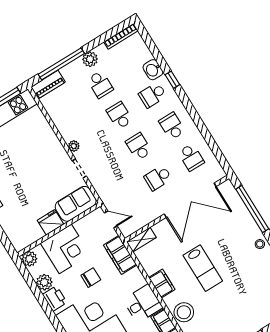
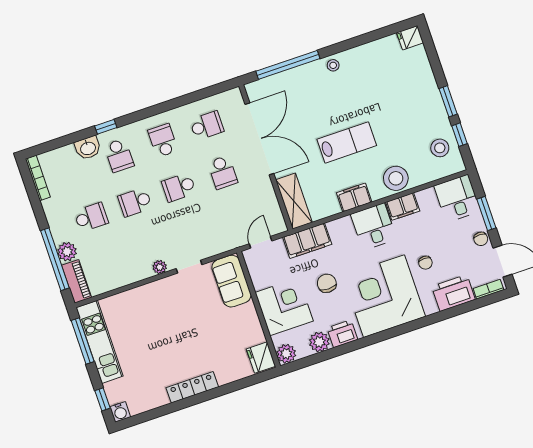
plant: (90, 59) -> (67, 252), moved
school desk: (172, 126) -> (163, 140), turned 90
fridge: (51, 222) -> (261, 358), moved
shelving: (141, 240) -> (294, 201), width x1.50, depth x1.33

